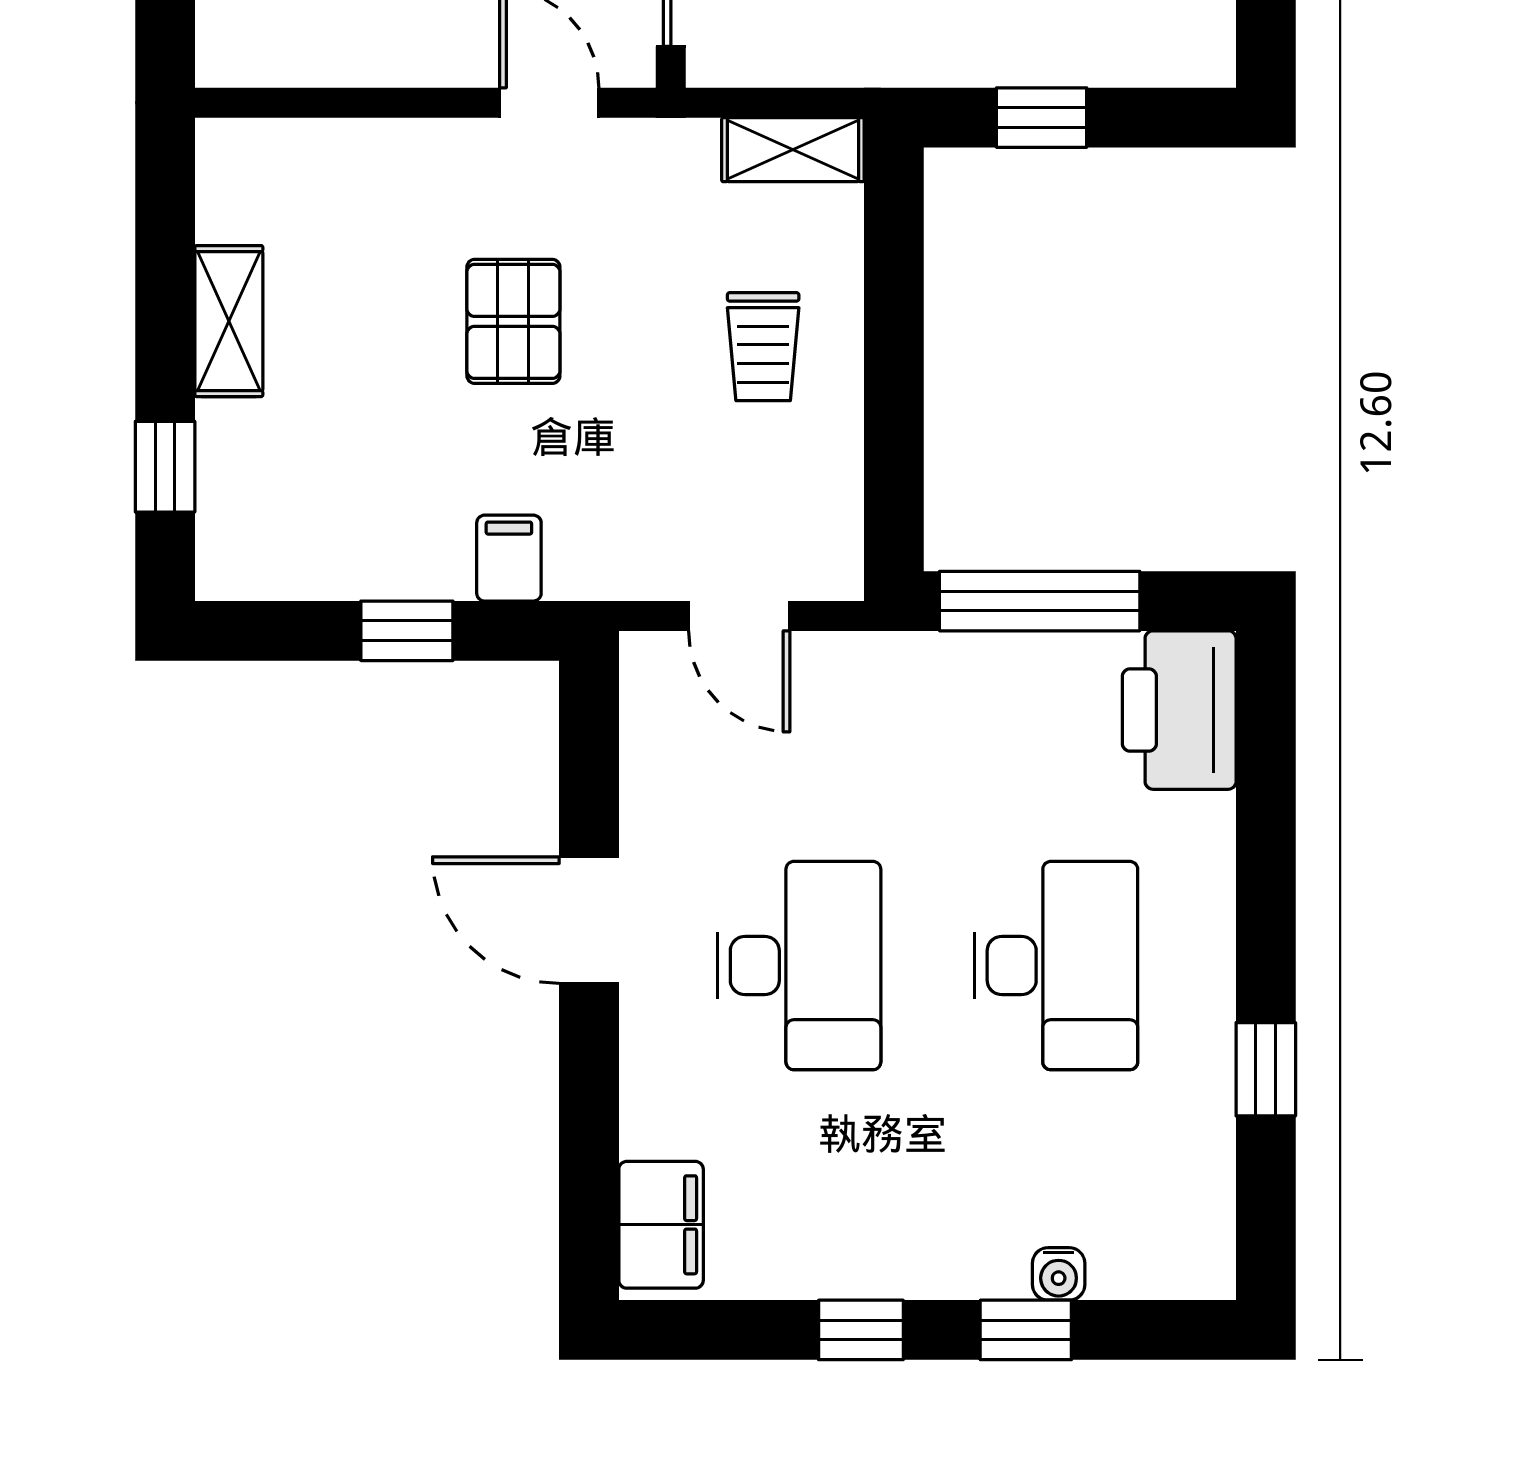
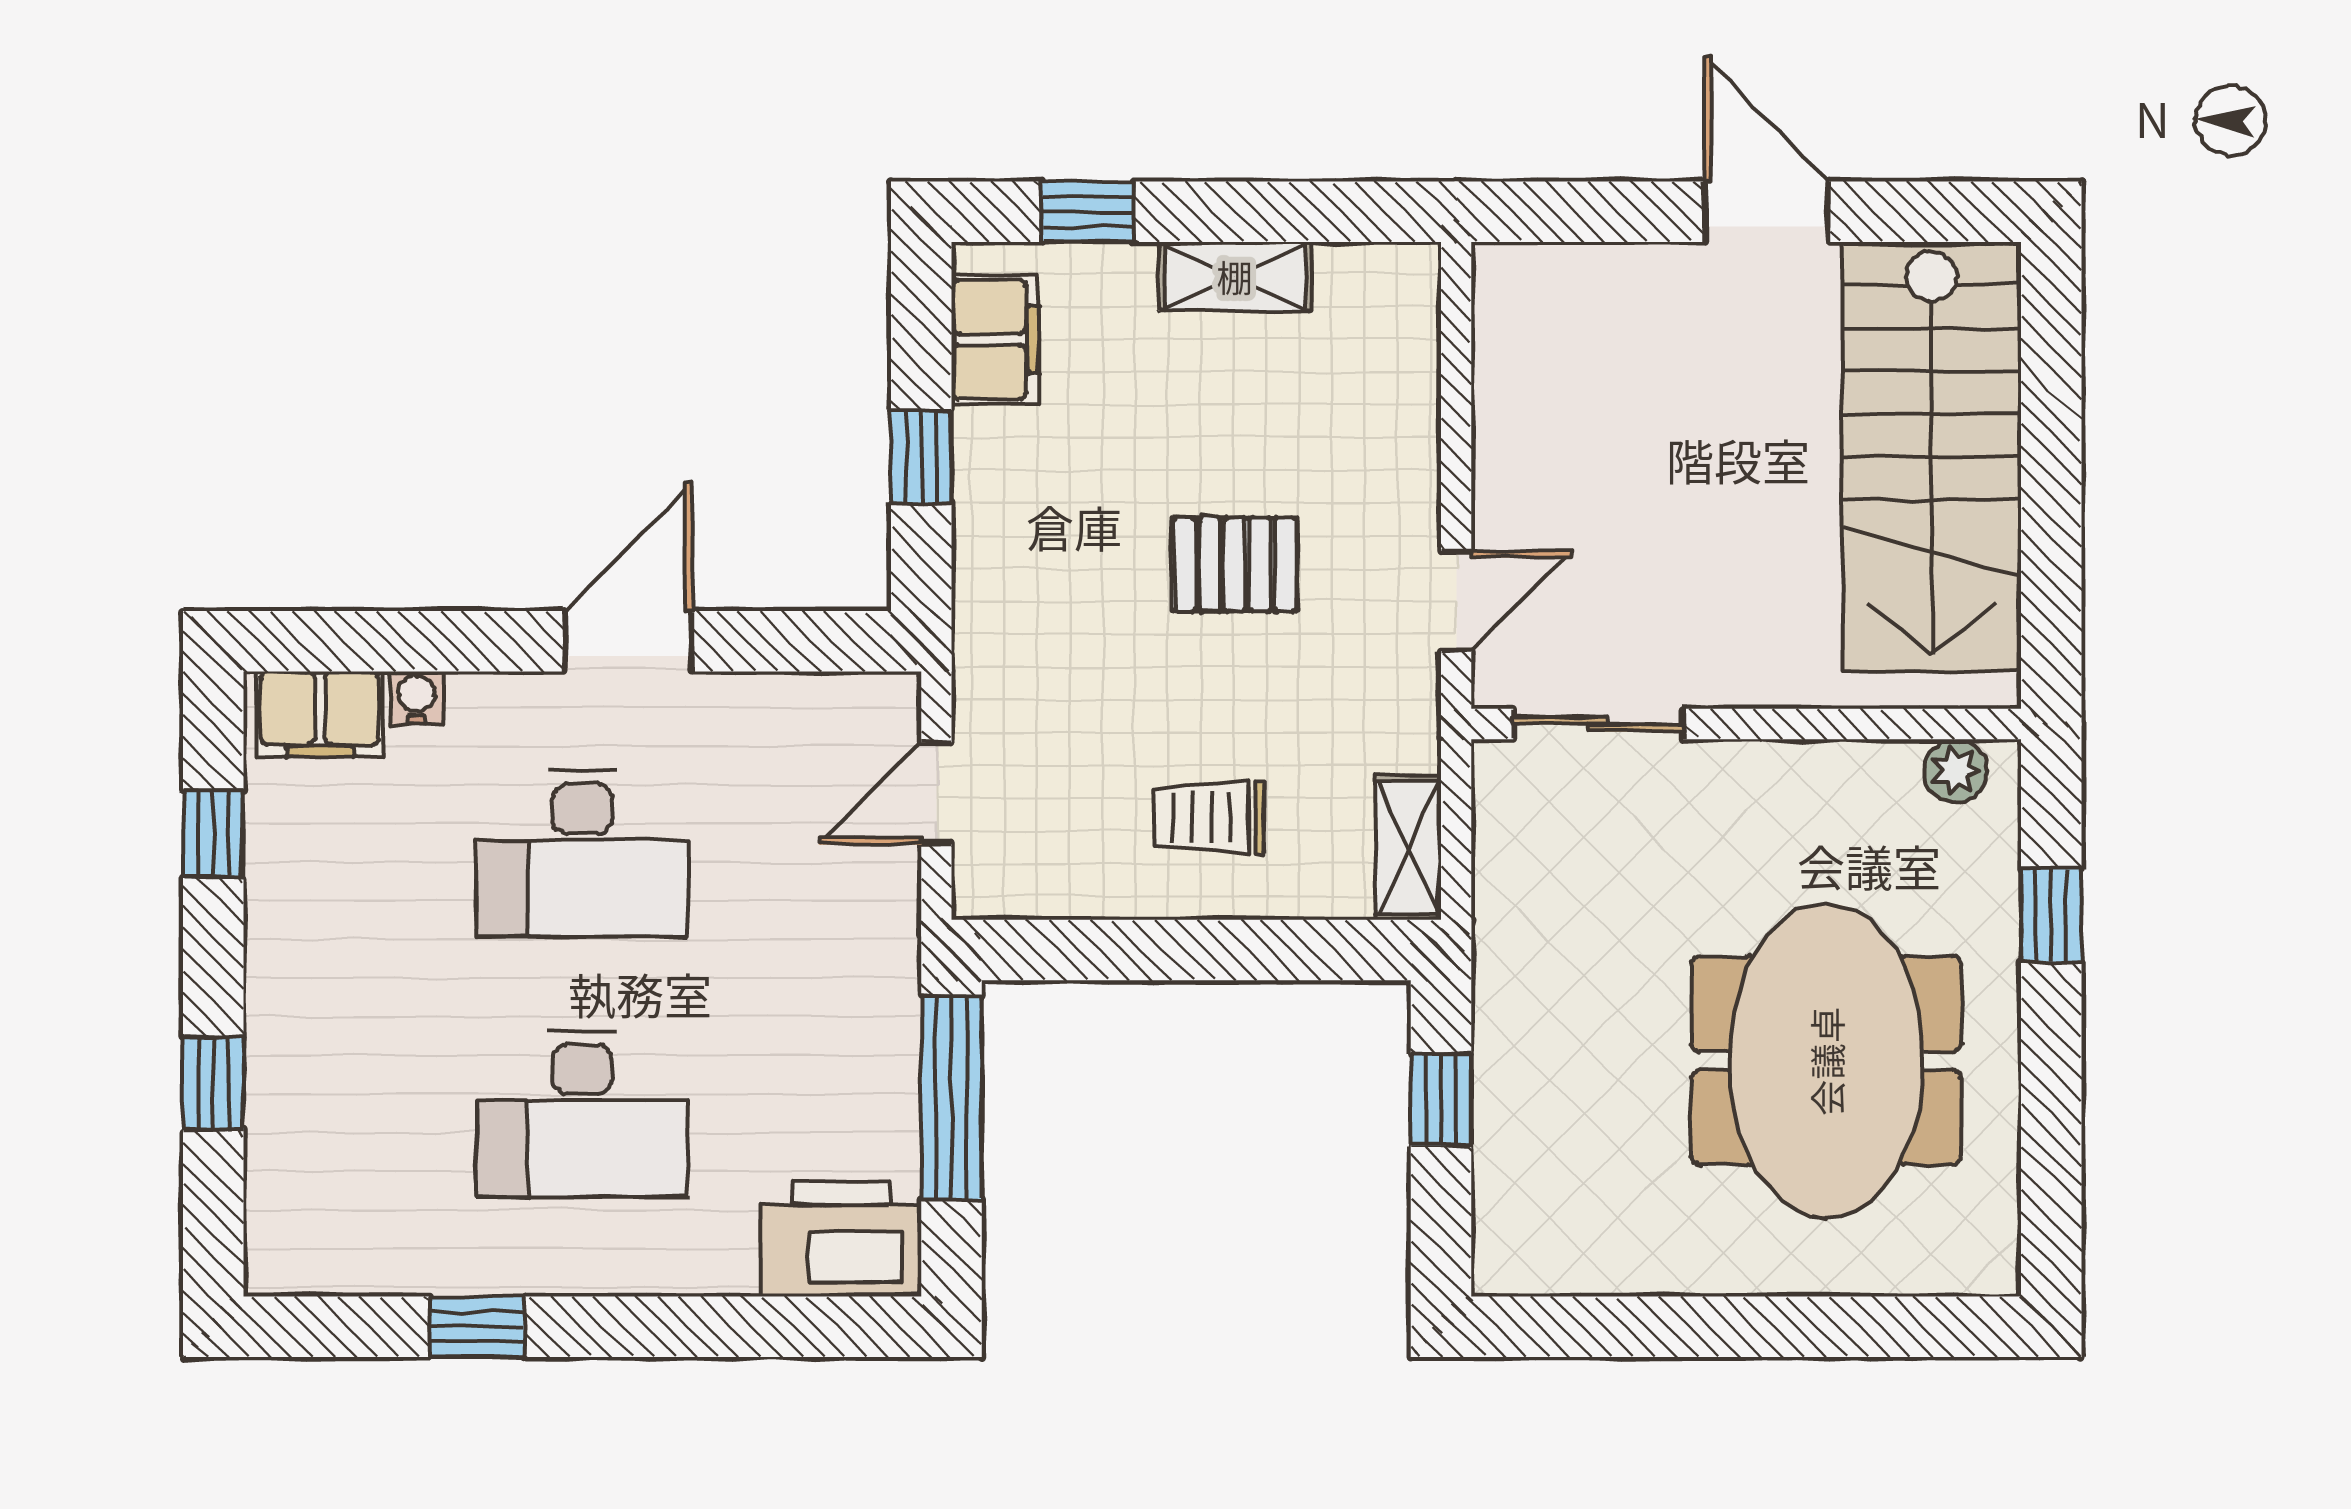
filing cabinet: (509, 558) -> (995, 339), moved, width x2.00
water cooler: (1059, 1274) -> (417, 698), moved, turned 90
window: (861, 1330) -> (213, 834), moved

